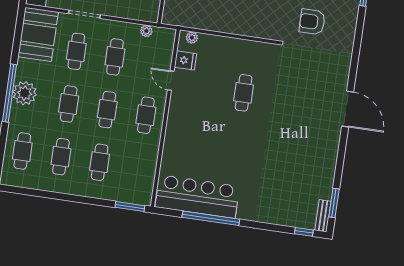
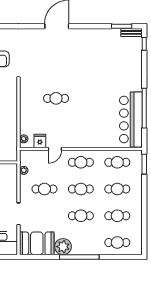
cafe table: (76, 51) -> (117, 162), moved
plant: (25, 93) -> (63, 247), moved

